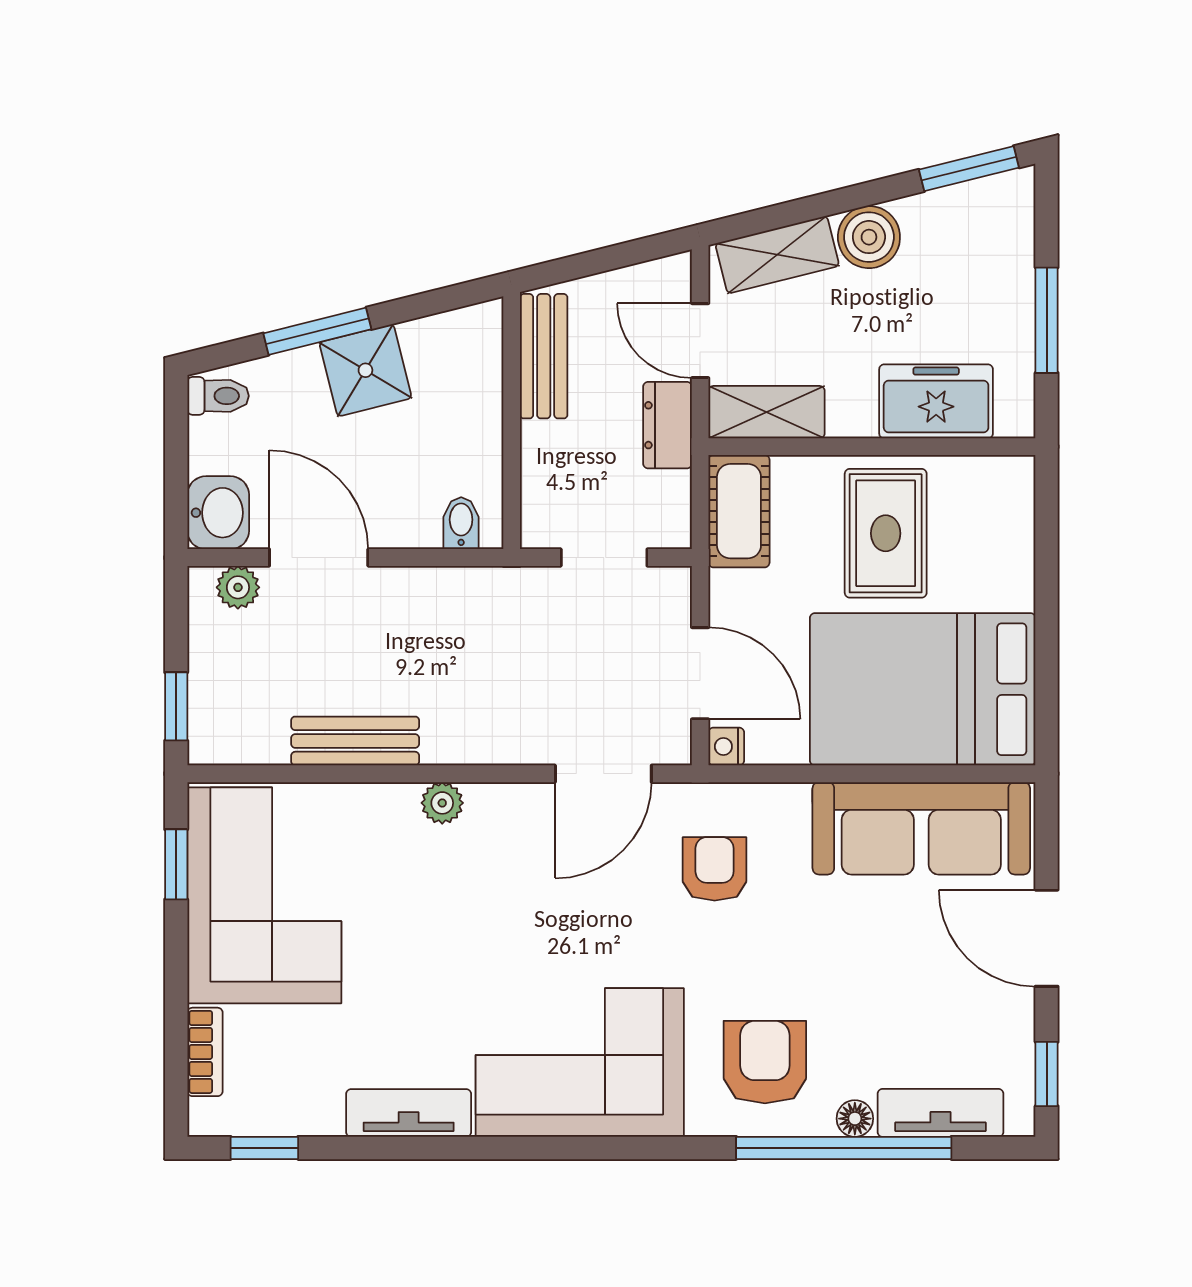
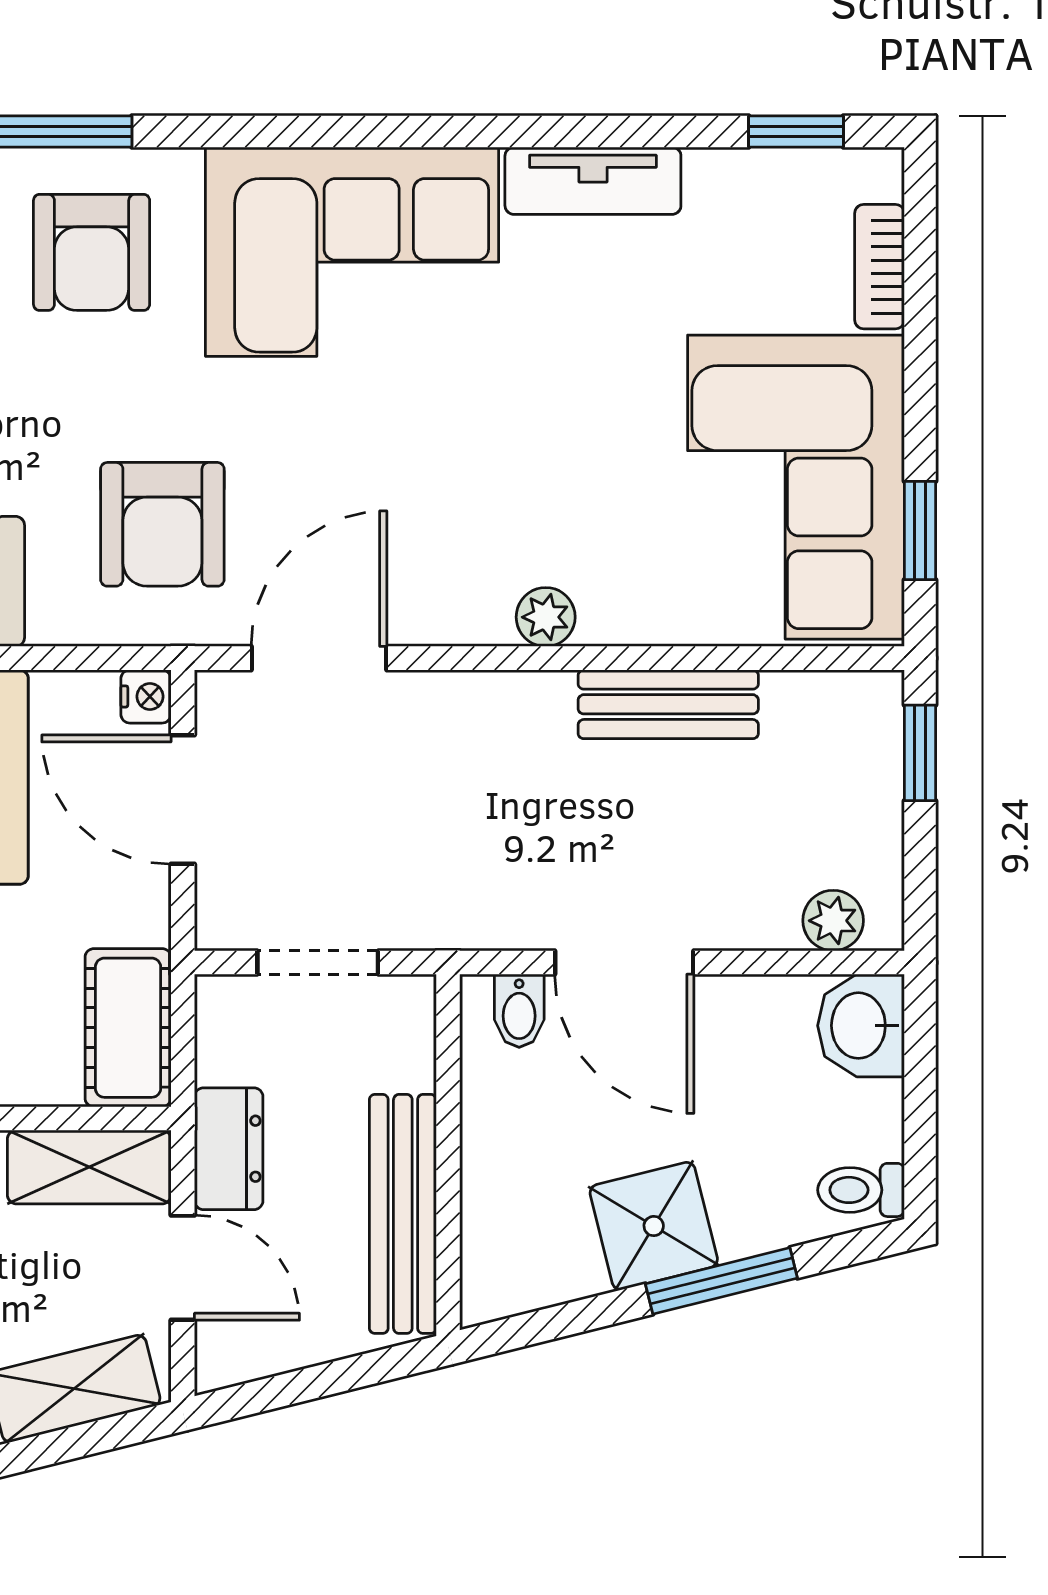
bench: (544, 356) -> (403, 1214), width x1.36
door: (319, 558) -> (624, 962), moved
armchair: (715, 869) -> (162, 524), width x1.38, depth x1.38

